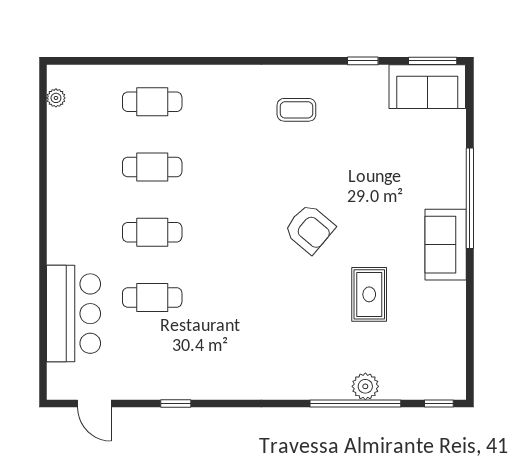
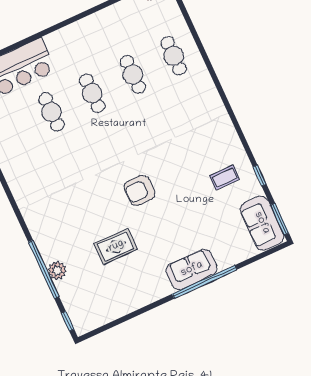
coffee table: (296, 110) -> (225, 178), moved, turned 90
armchair: (310, 229) -> (140, 190), turned 50
sofa: (446, 245) -> (192, 269), moved

